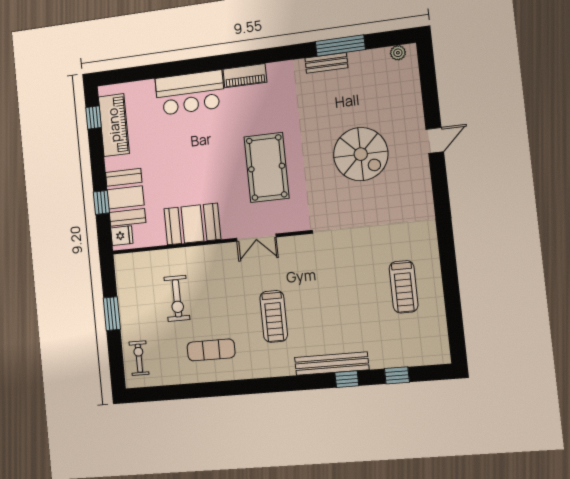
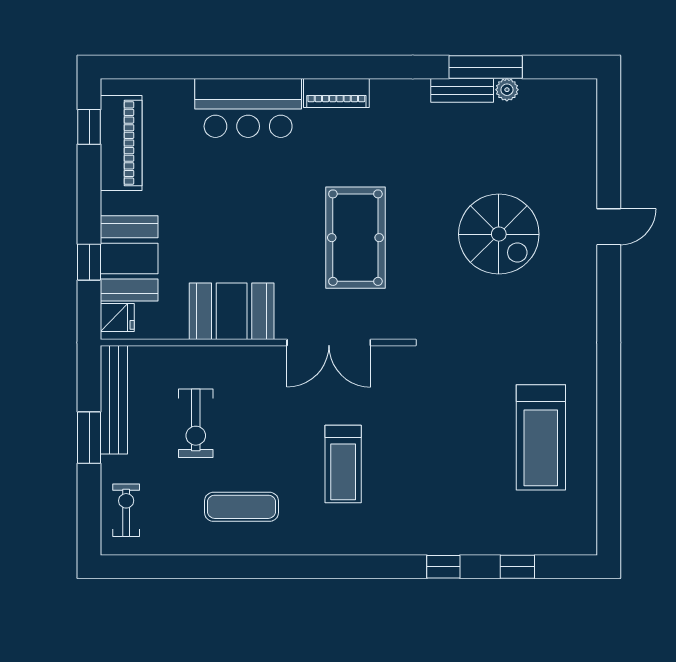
plant: (398, 53) -> (507, 90), moved
double door: (256, 238) -> (329, 342), width x1.37
treadmill: (404, 287) -> (541, 437), width x1.37, depth x1.38
bench: (332, 364) -> (114, 400), moved, turned 90

